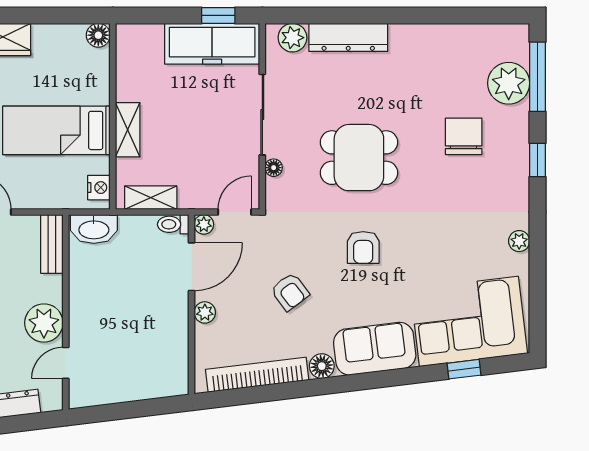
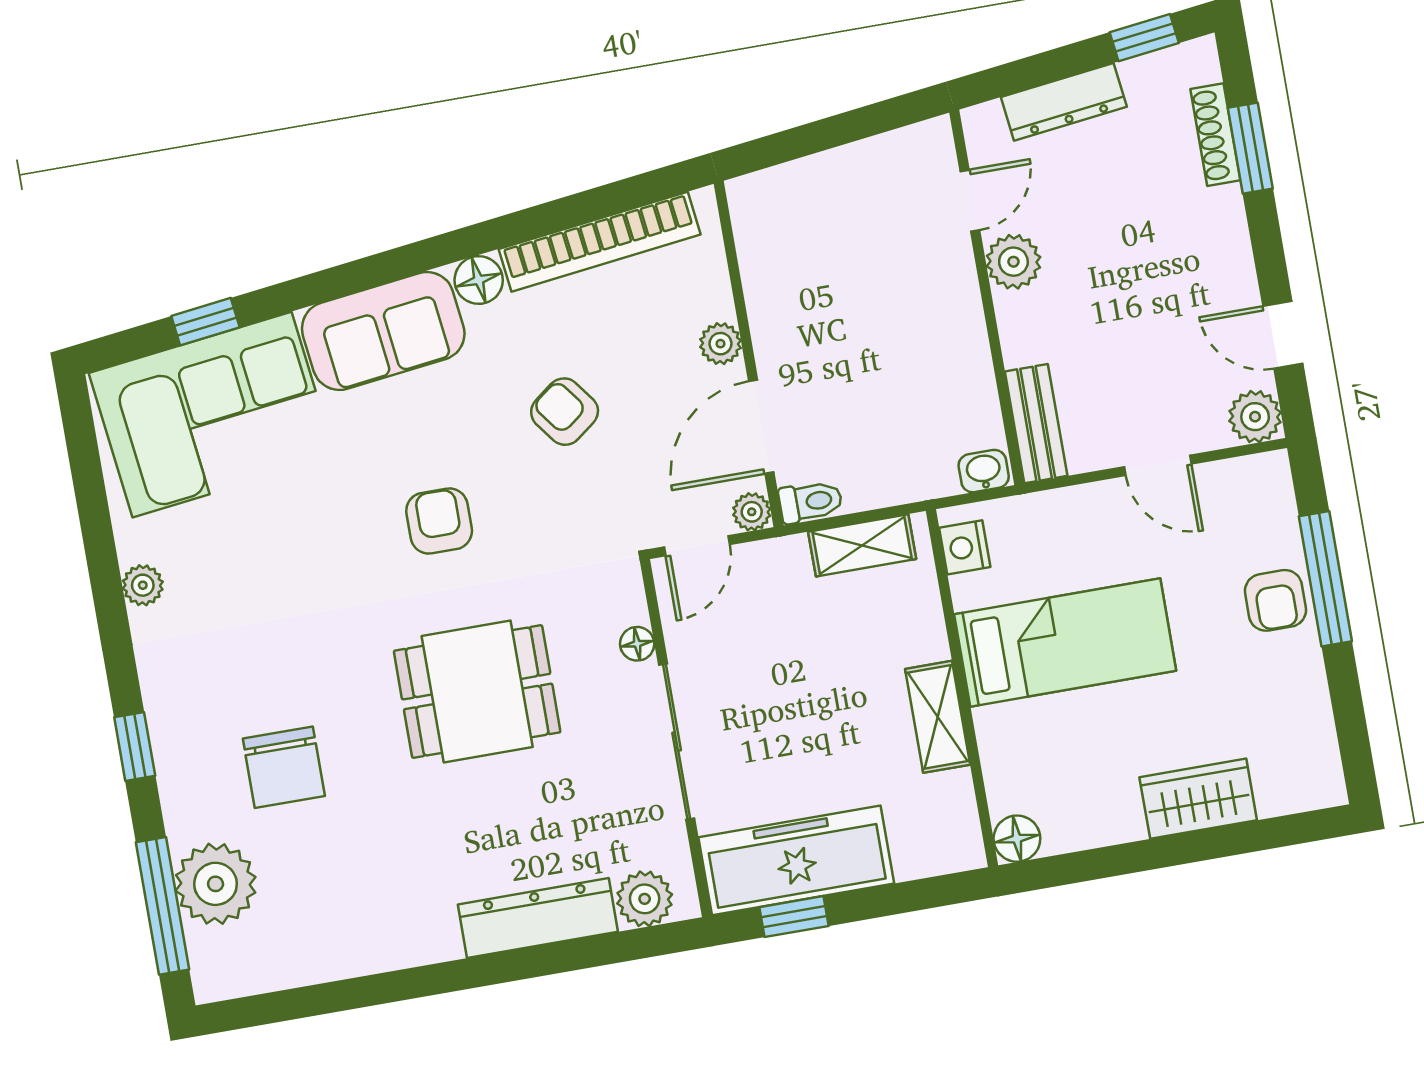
shelving: (128, 130) -> (938, 717), moved
washbasin: (94, 229) -> (984, 471), width x0.52, depth x0.69
plant: (44, 323) -> (1013, 262), width x0.73, depth x0.73

